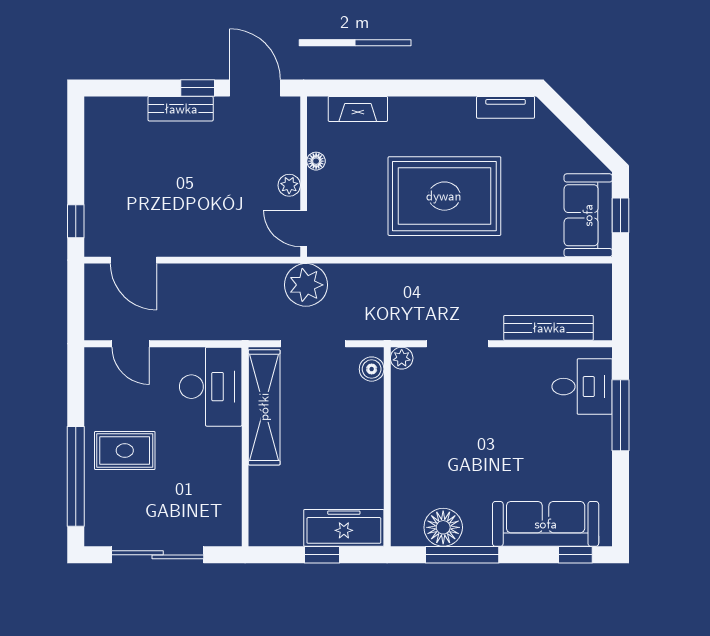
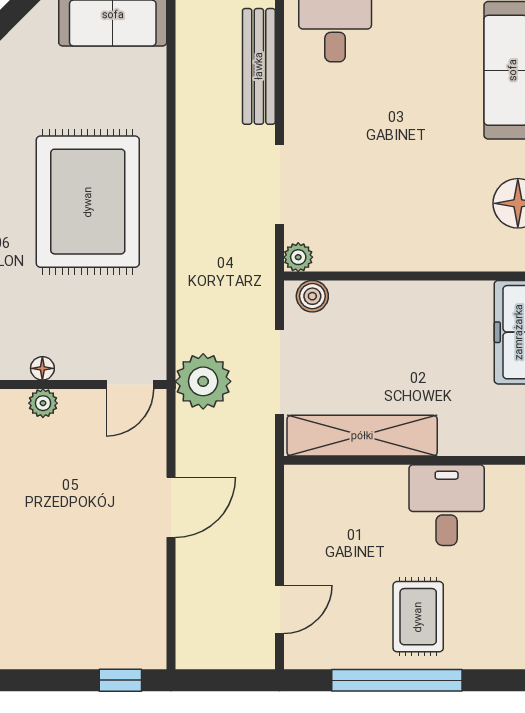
plant: (289, 185) -> (43, 403), moved
door: (133, 260) -> (171, 507), moved
desk: (211, 387) -> (447, 505), moved, width x0.73
window: (76, 476) -> (397, 680), moved

